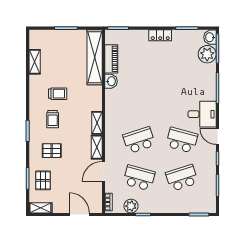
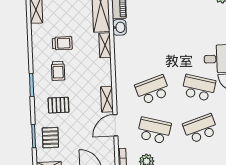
shelving: (97, 123) -> (105, 45), moved

